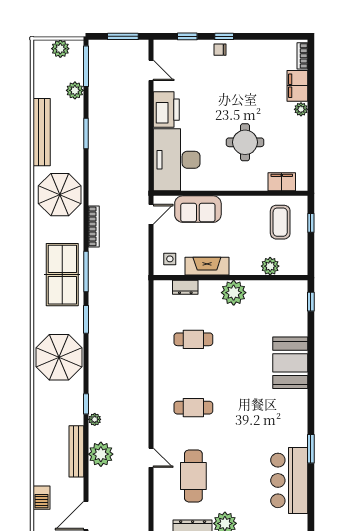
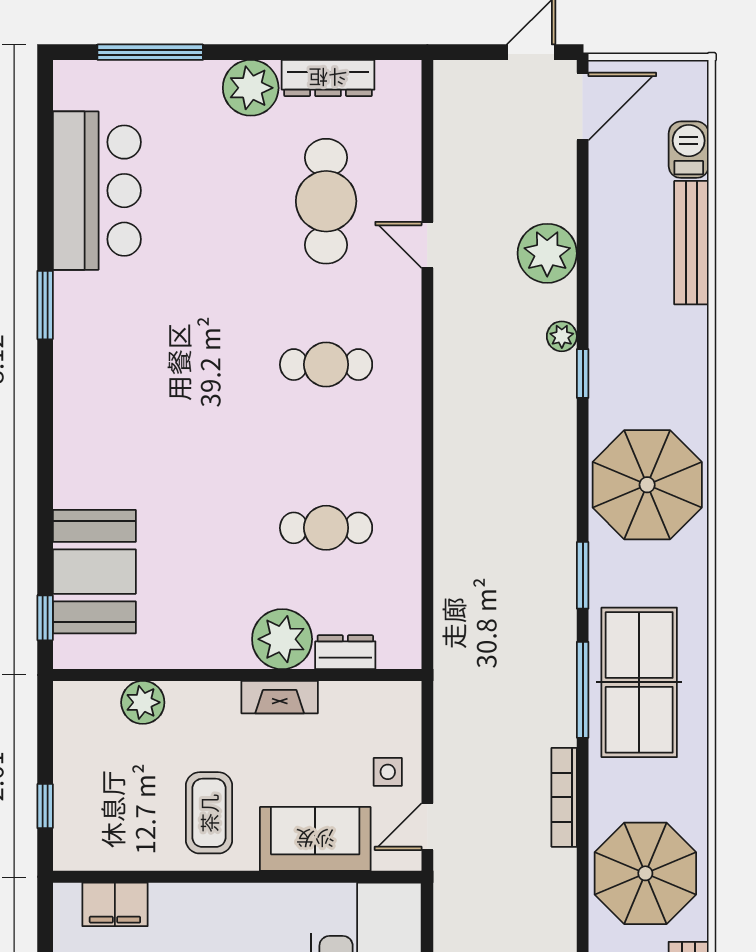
coffee table: (280, 222) -> (209, 813), moved
side table: (170, 259) -> (388, 772), moved
fireplace: (207, 266) -> (280, 697), width x0.73, depth x0.76
plant: (234, 293) -> (282, 639), moved
booth: (290, 363) -> (94, 572), moved
window: (311, 449) -> (45, 305), moved
bench: (76, 451) -> (691, 243), moved

